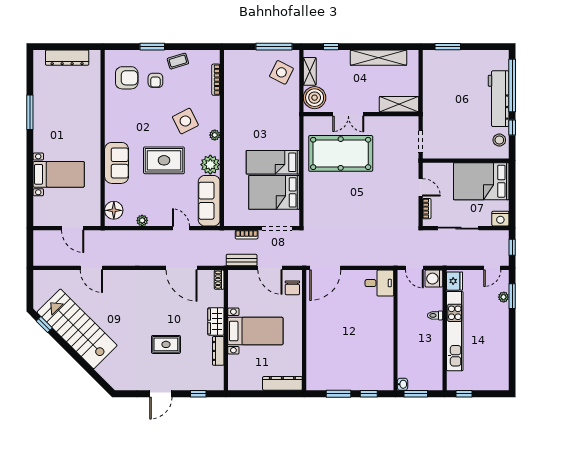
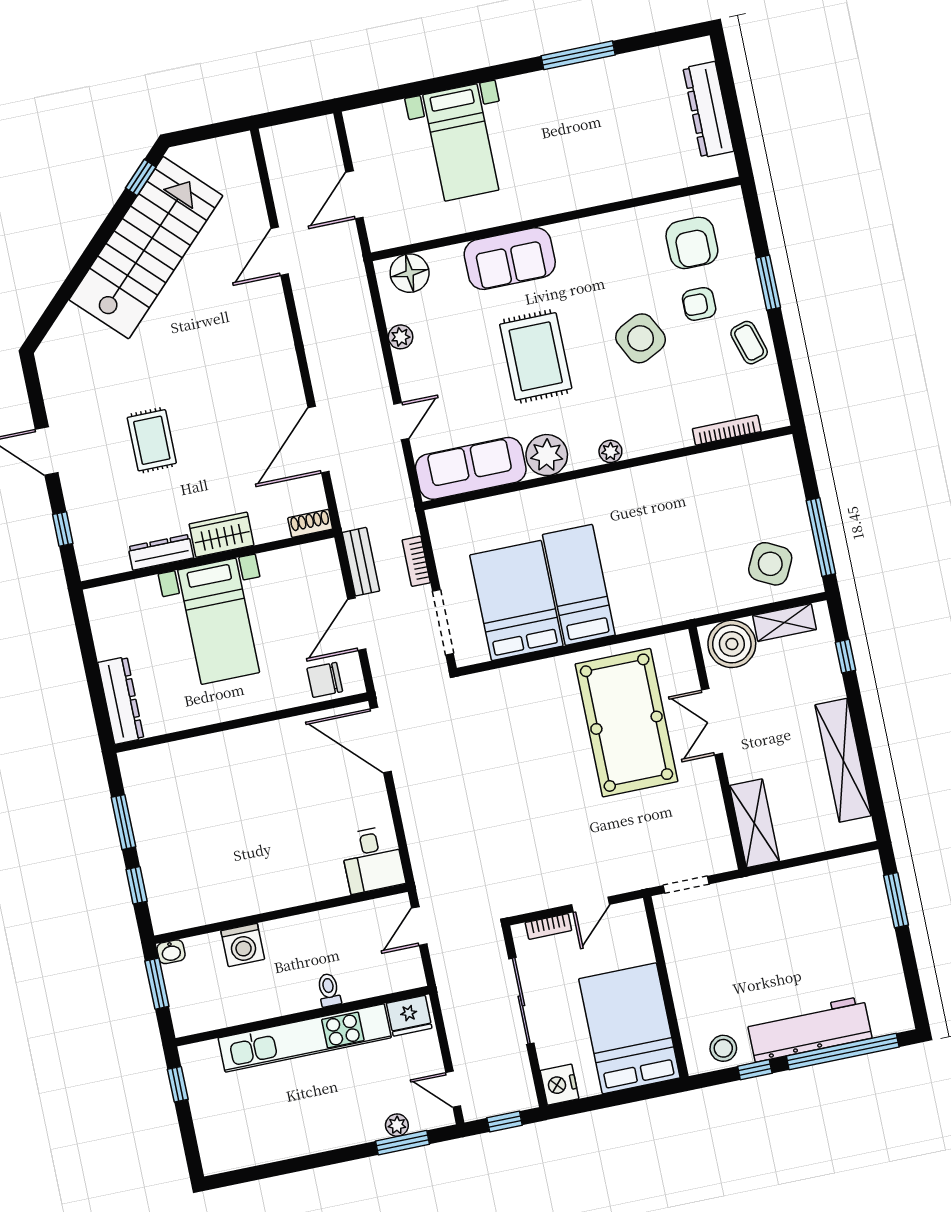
side table: (185, 121) -> (641, 338), moved
washing machine: (434, 279) -> (243, 945), moved, turned 180

